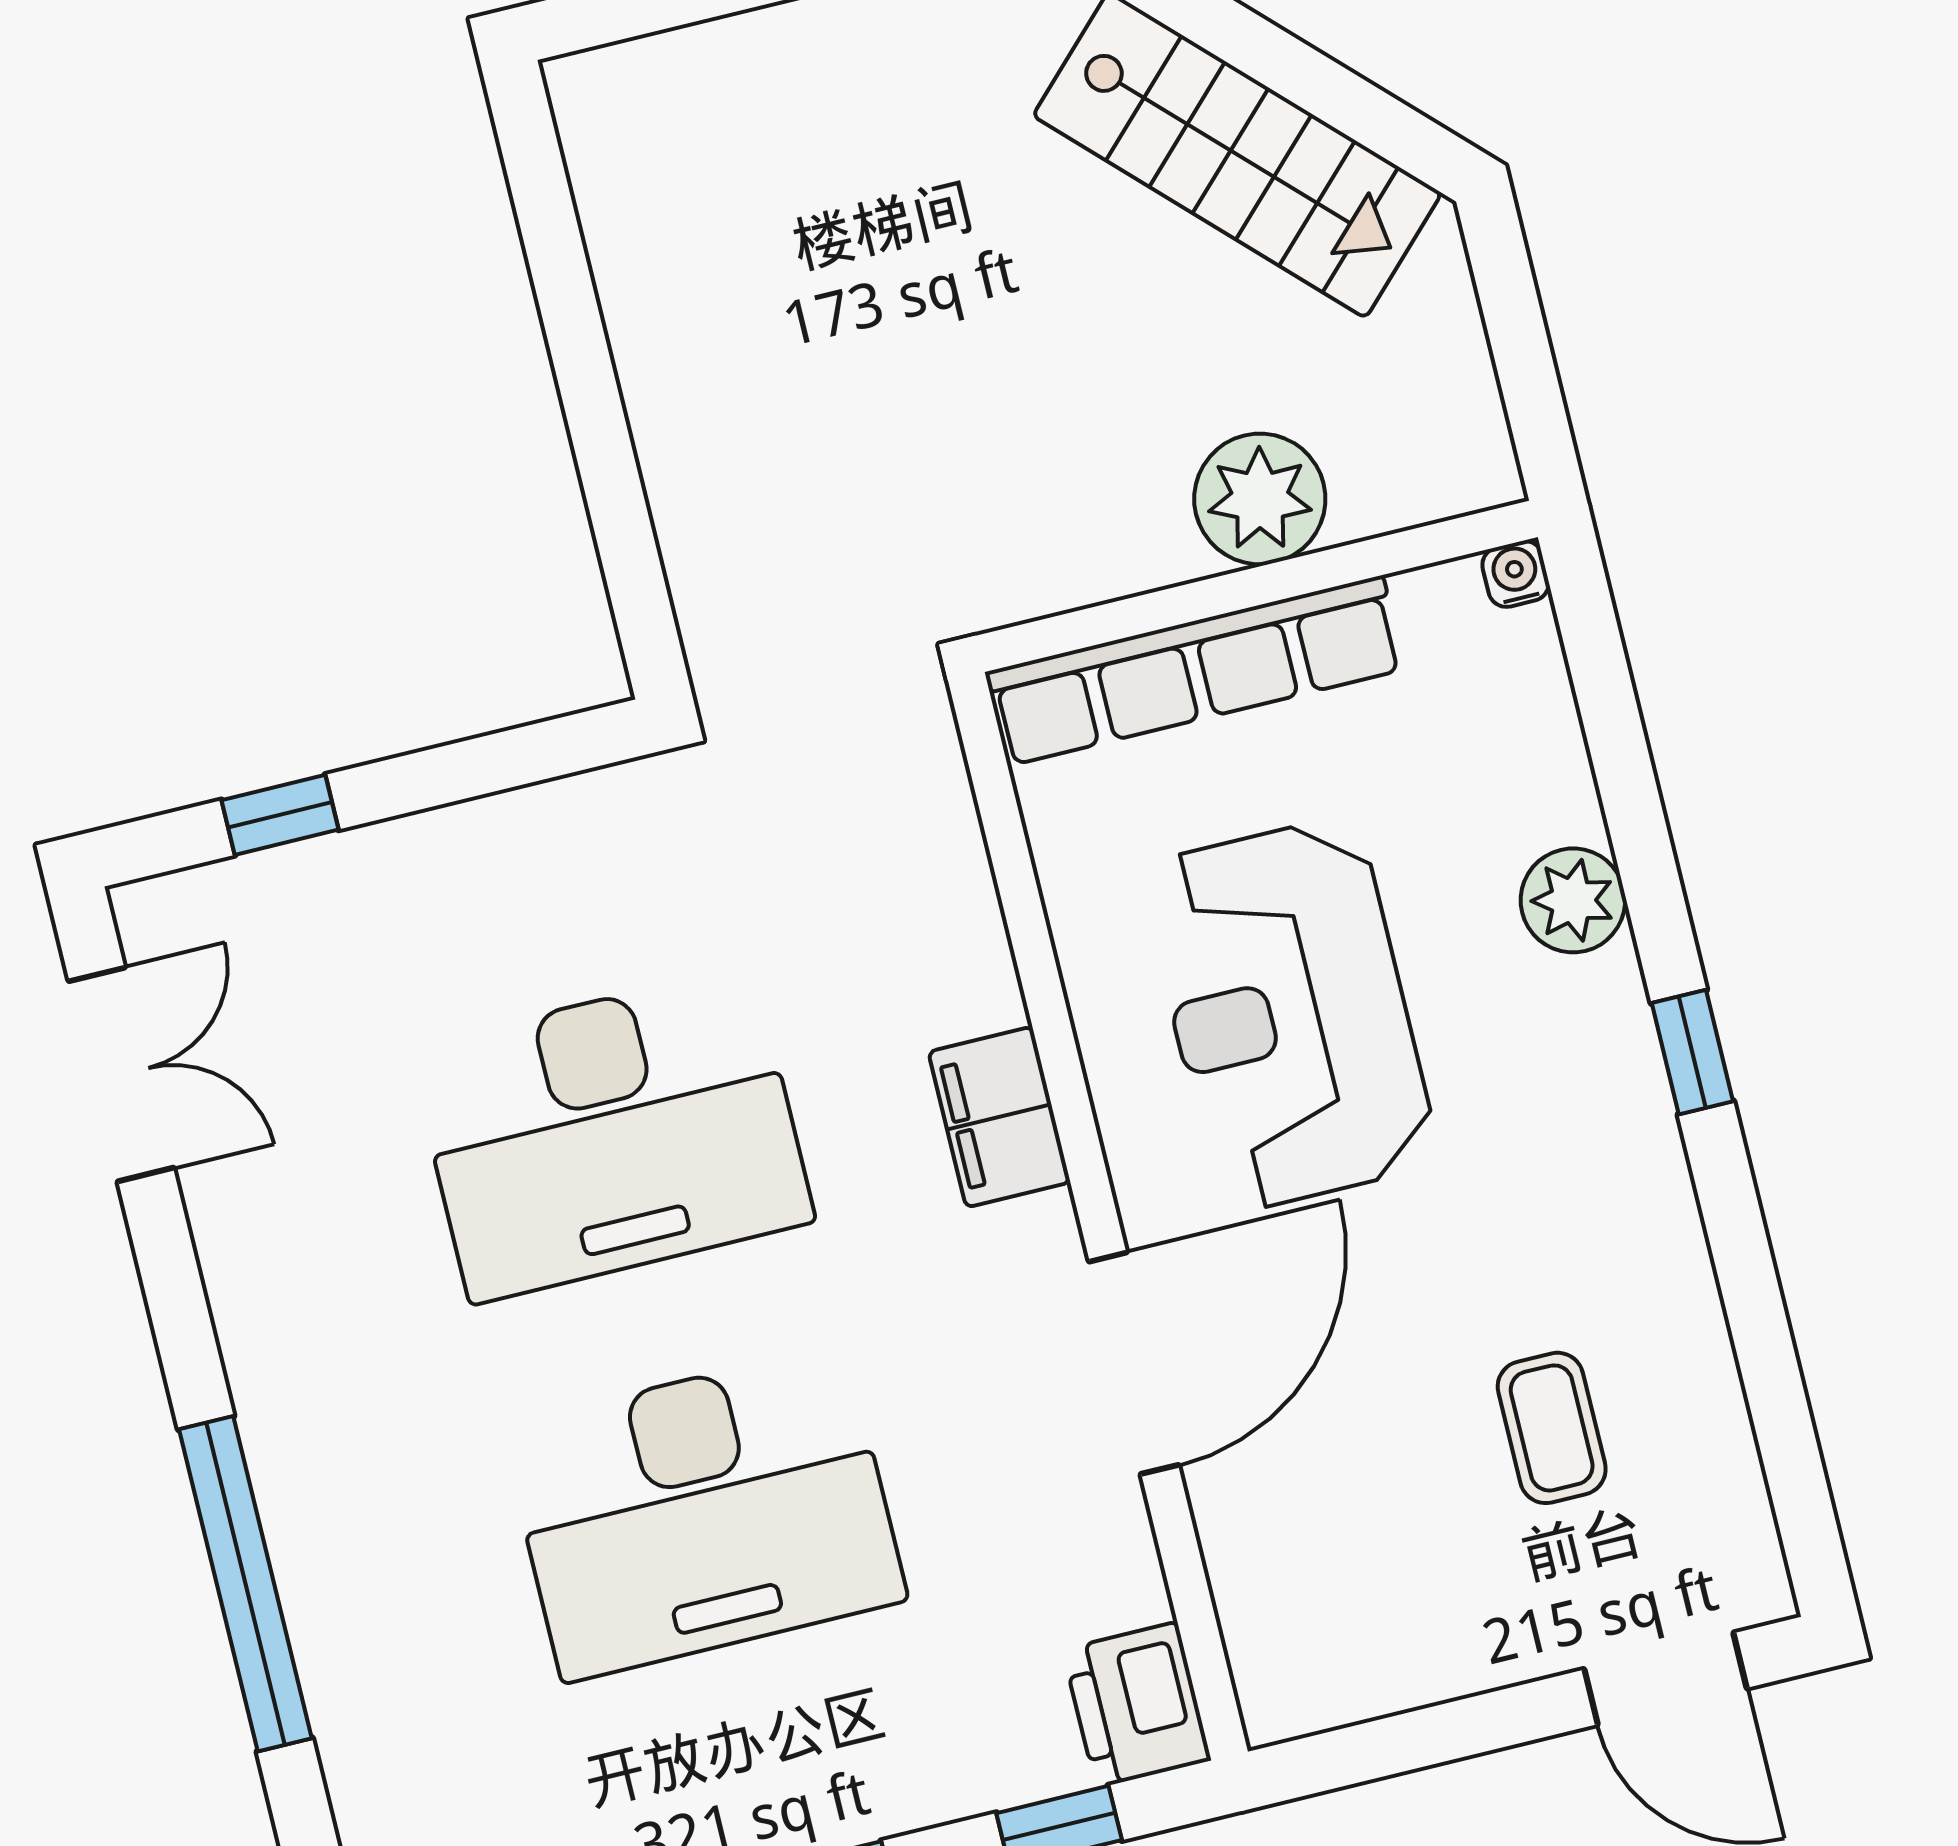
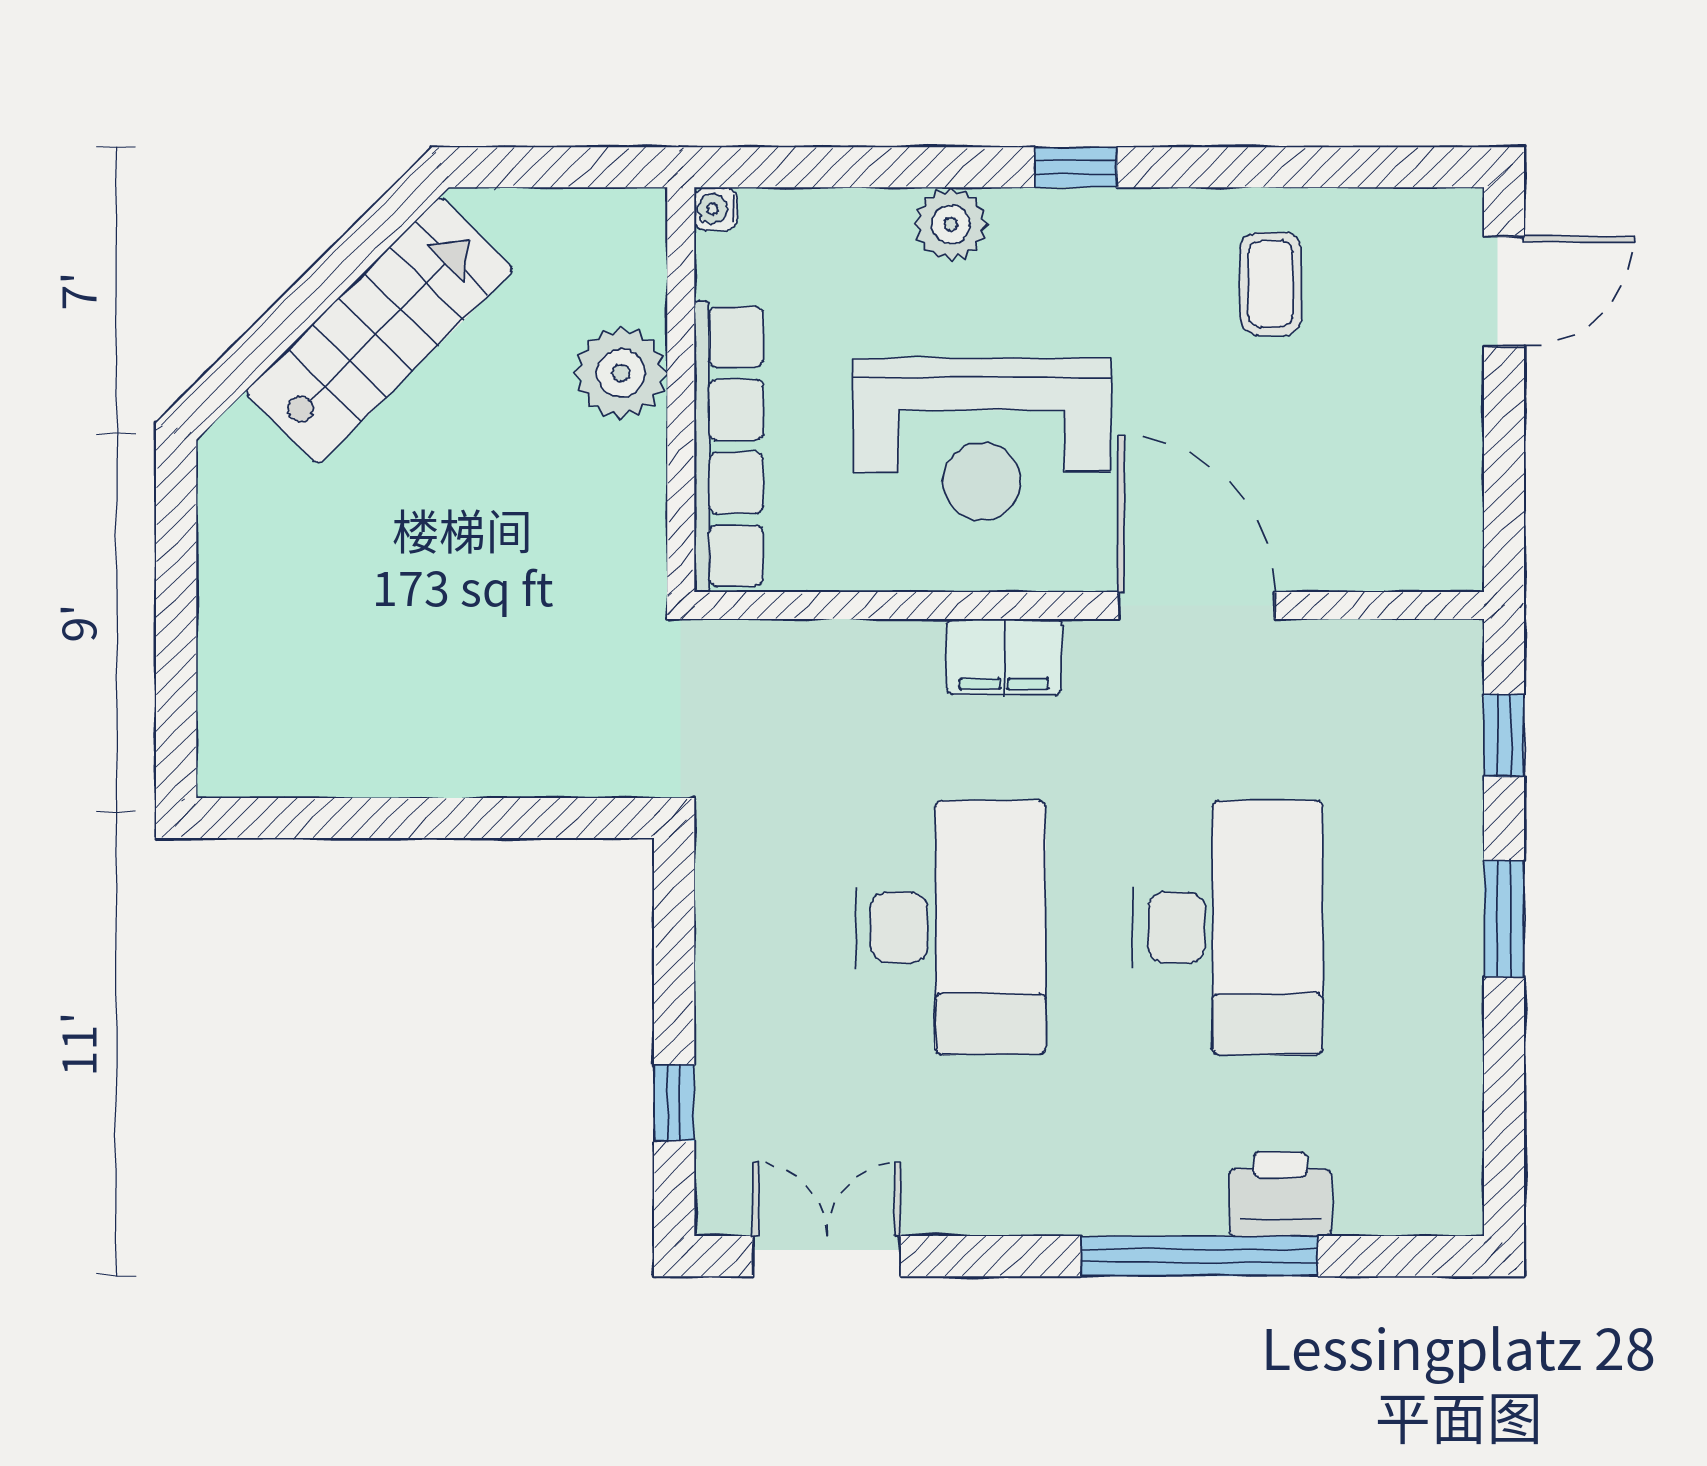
coffee table: (1552, 1428) -> (1271, 284), moved, turned 90
printer: (1137, 1705) -> (1280, 1194), moved, turned 180

